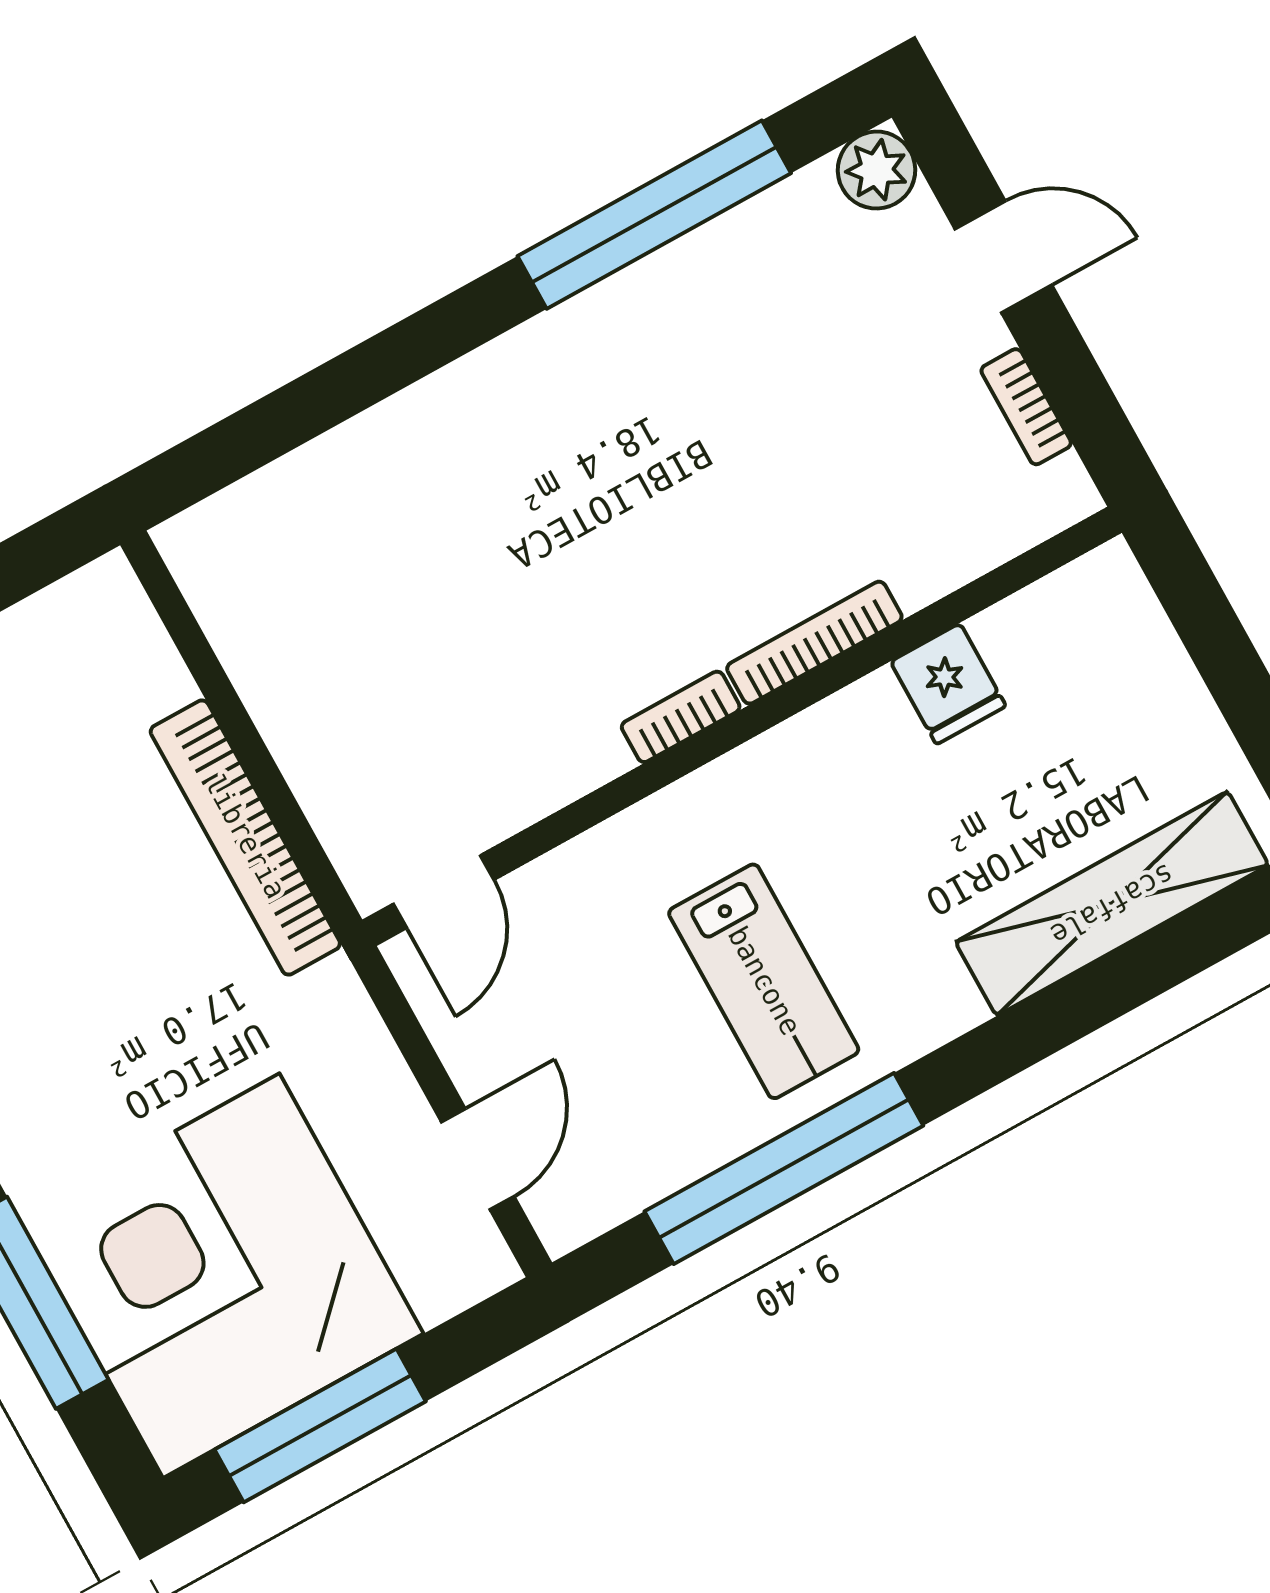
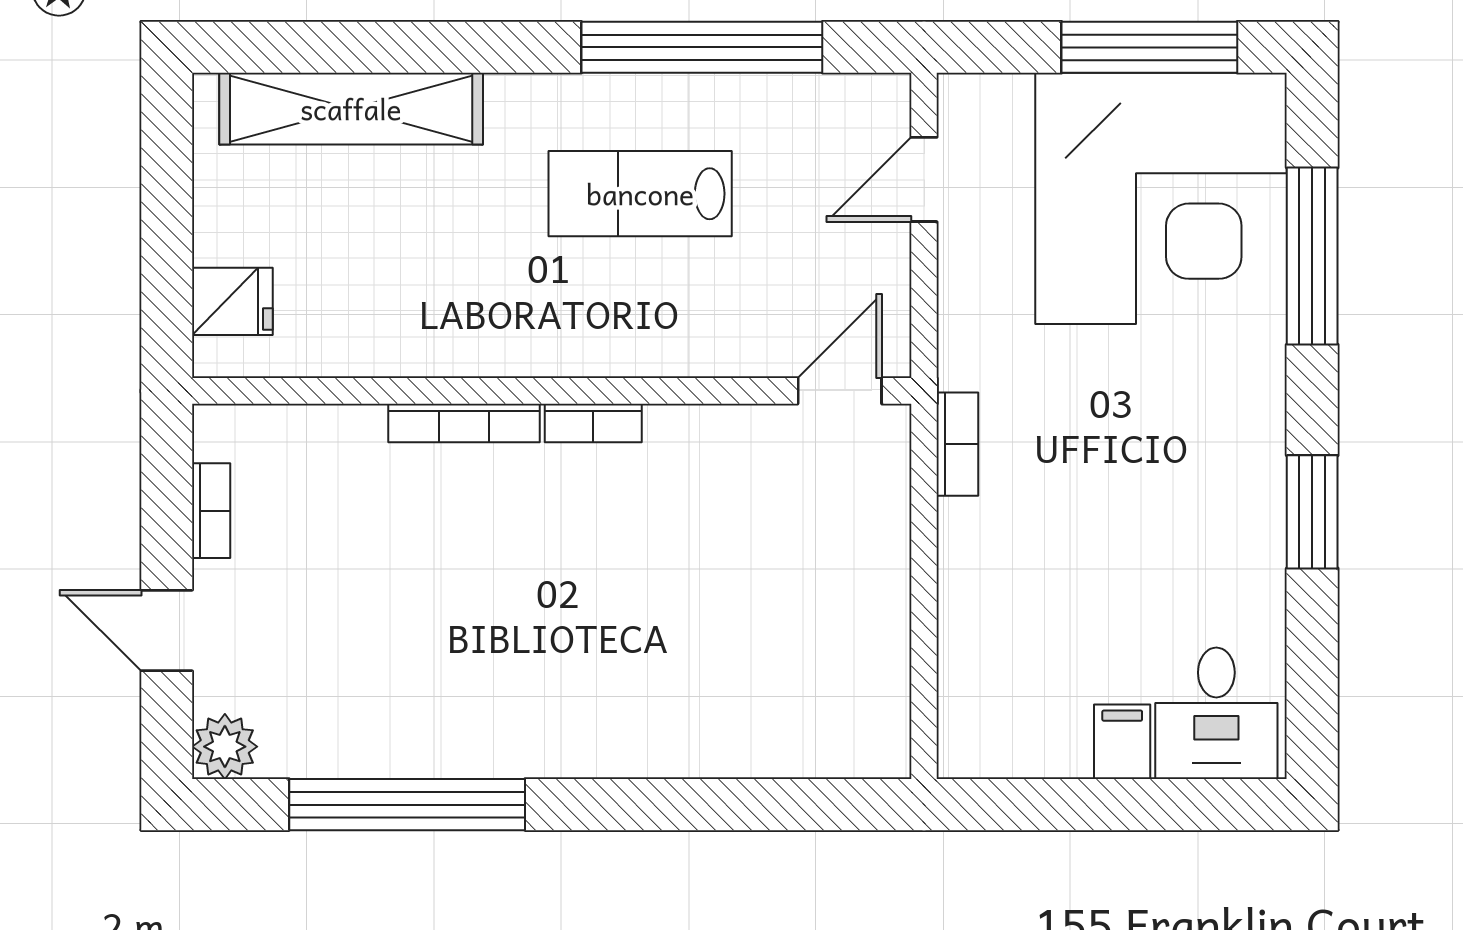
fridge: (948, 684) -> (232, 301), moved, turned 90
bookcase: (245, 837) -> (957, 444), width x0.43, depth x0.76
lab bench: (764, 981) -> (640, 194), turned -90

